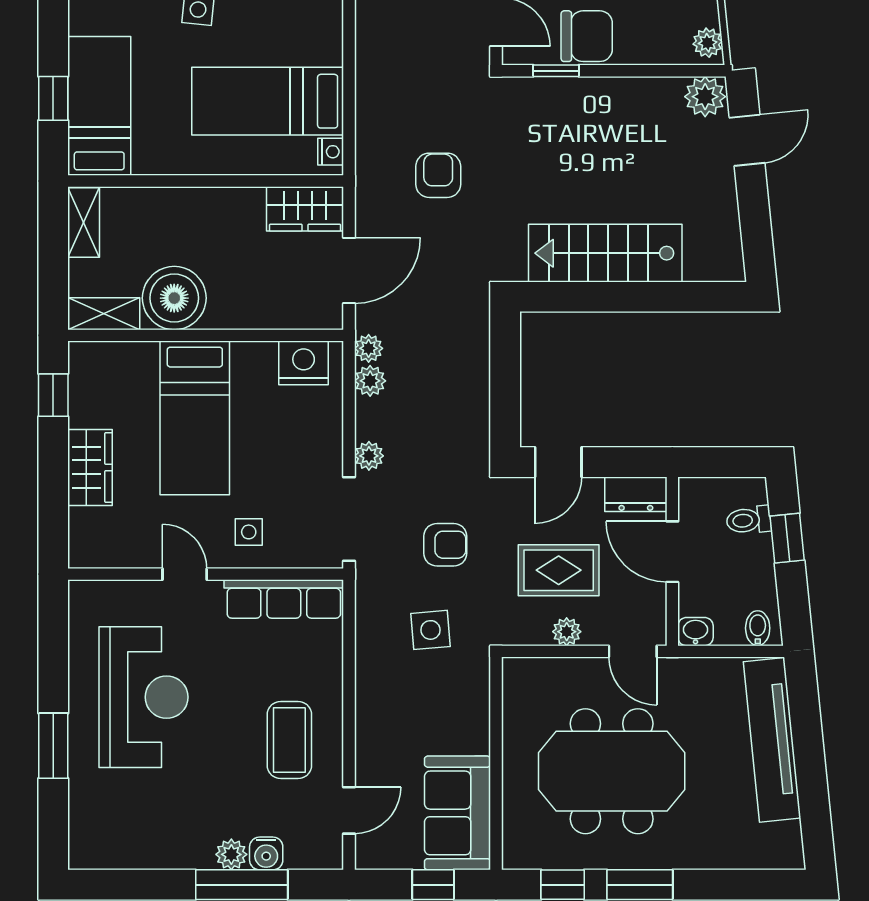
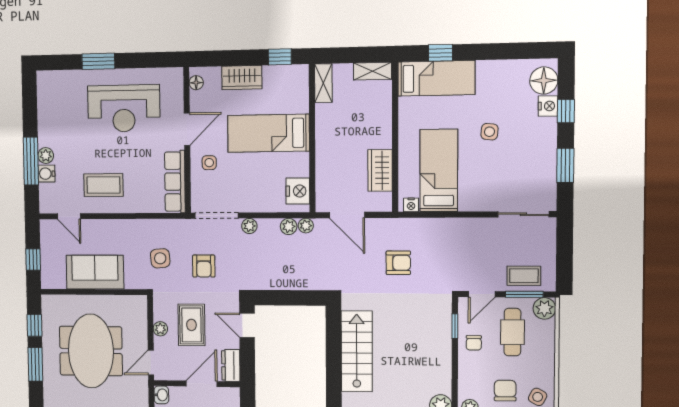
chair: (587, 36) -> (474, 343), width x0.54, depth x0.54
wardrobe: (305, 209) -> (380, 170), moved
boiler: (174, 298) -> (332, 121), removed
floor lamp: (98, 555) -> (196, 83), added
door: (185, 574) -> (187, 129), width x1.38
sofa: (457, 813) -> (95, 272), moved

